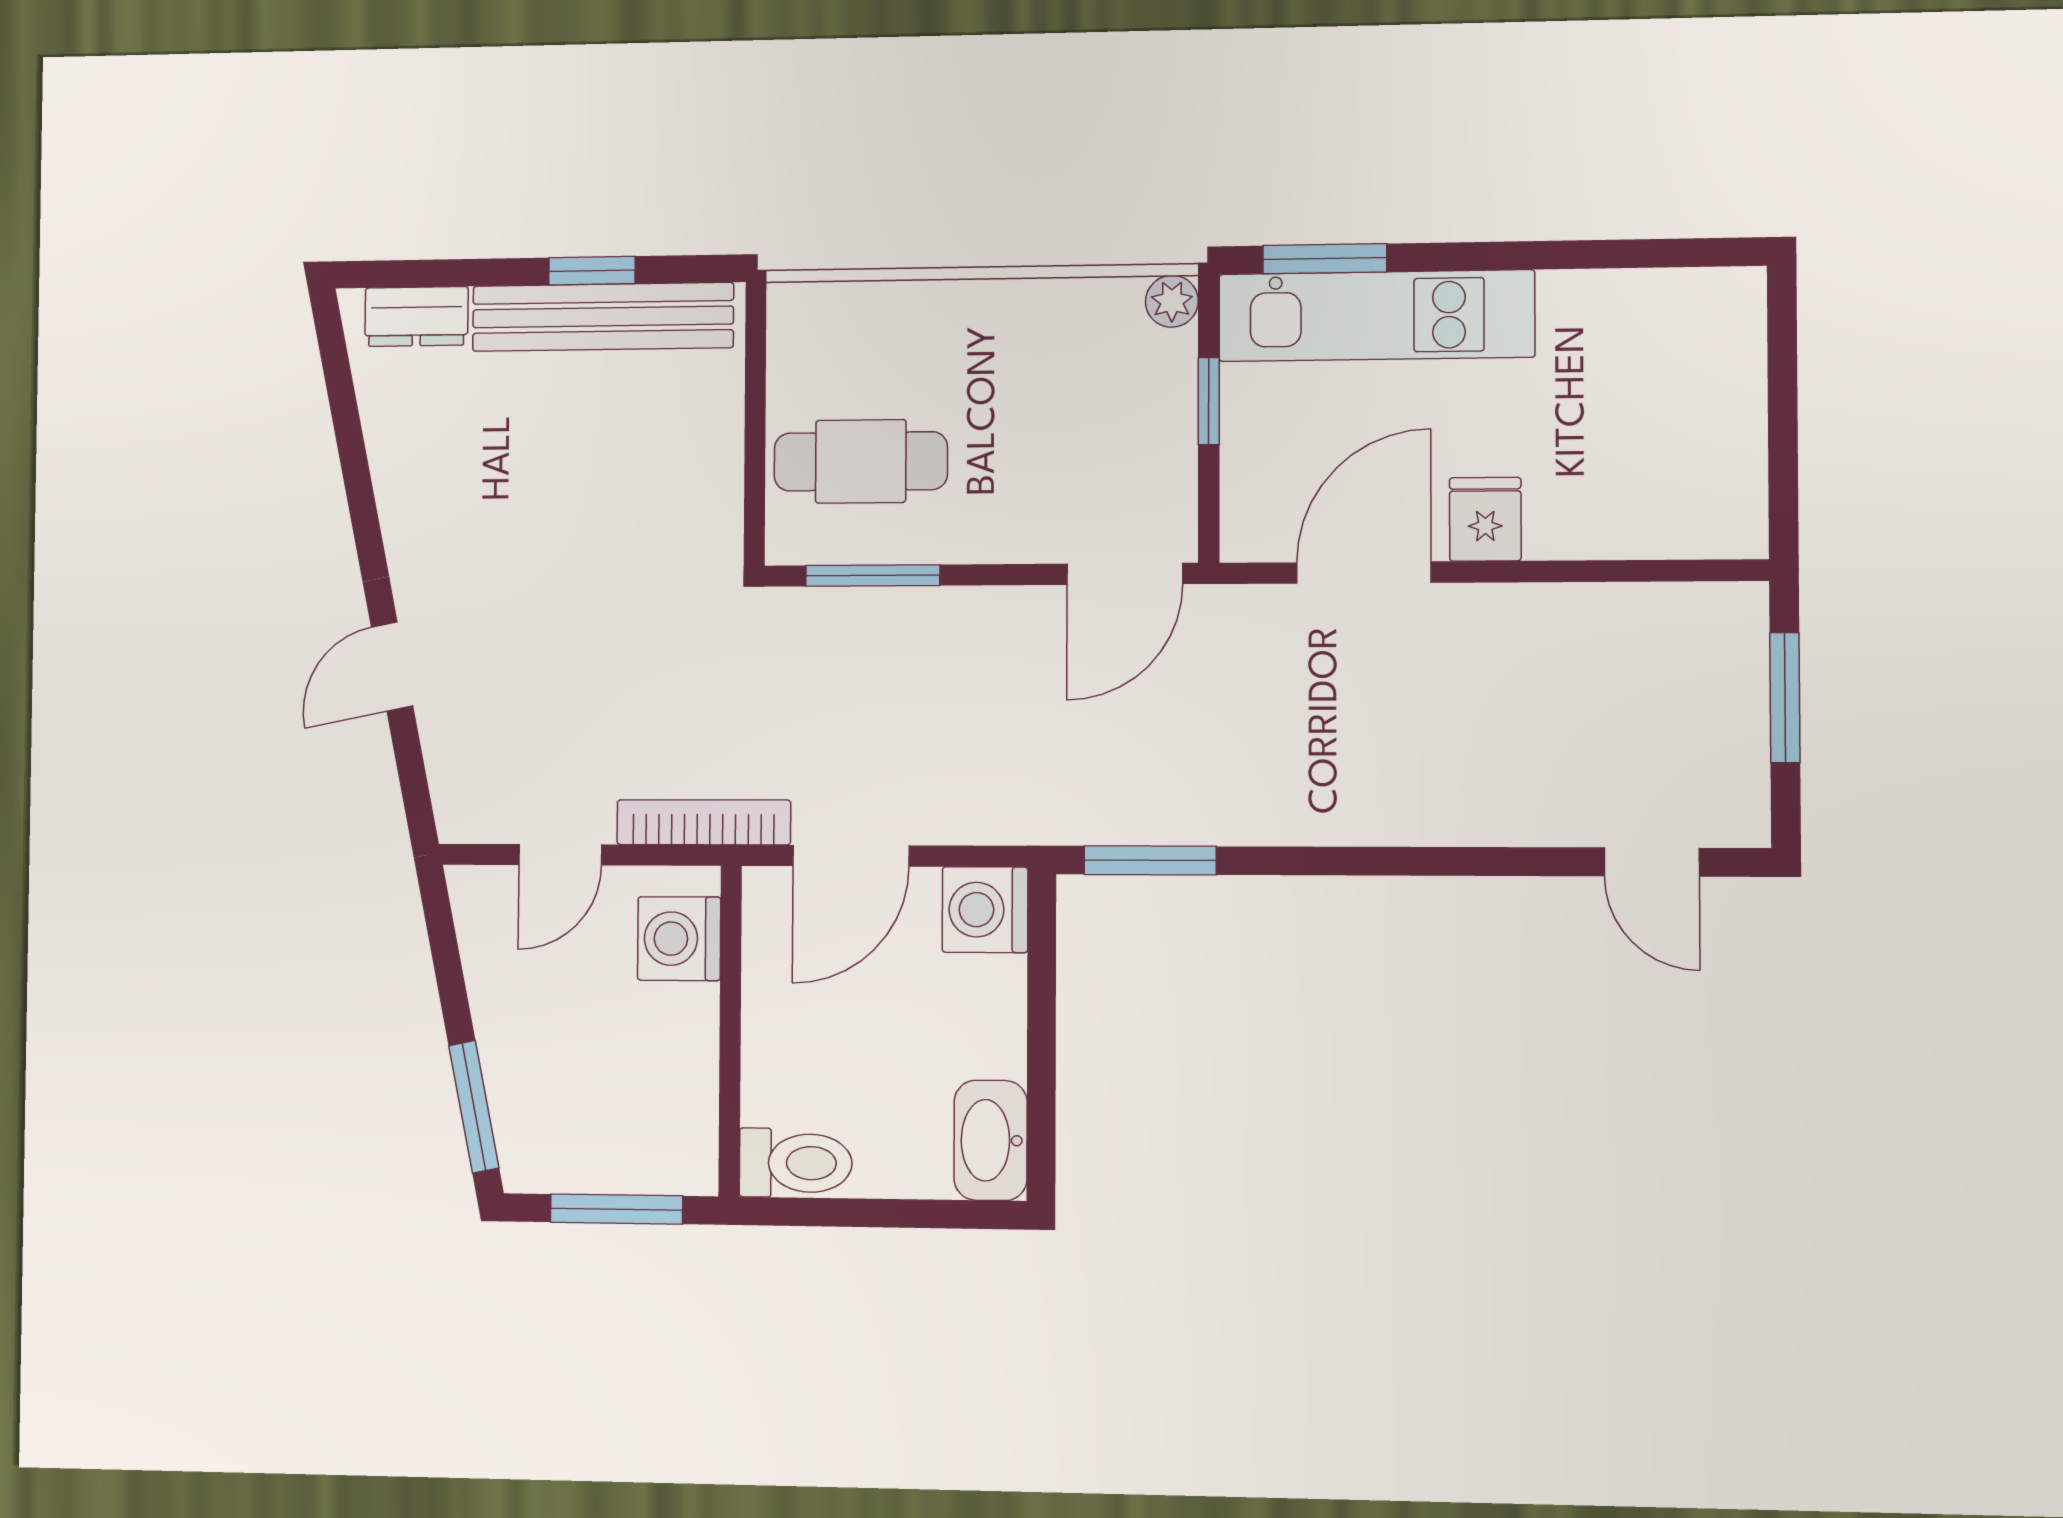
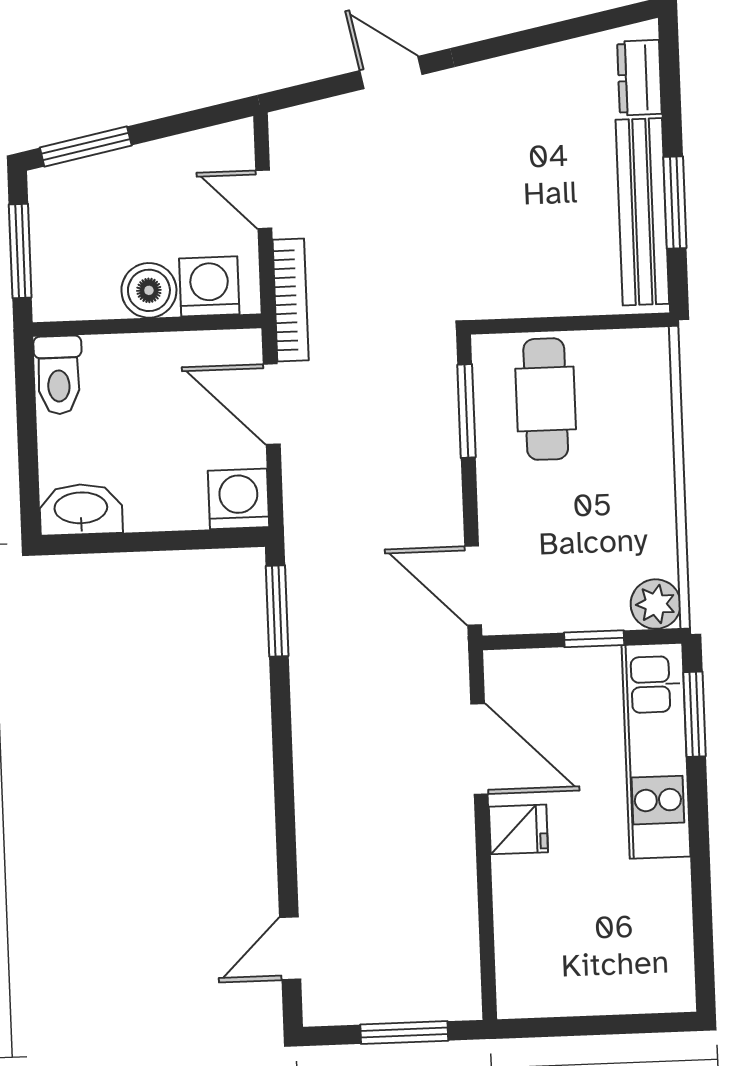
window: (592, 271) -> (675, 202), width x1.50
plant: (1172, 301) -> (656, 604), width x1.38, depth x1.38
boiler: (681, 1026) -> (149, 290), added

